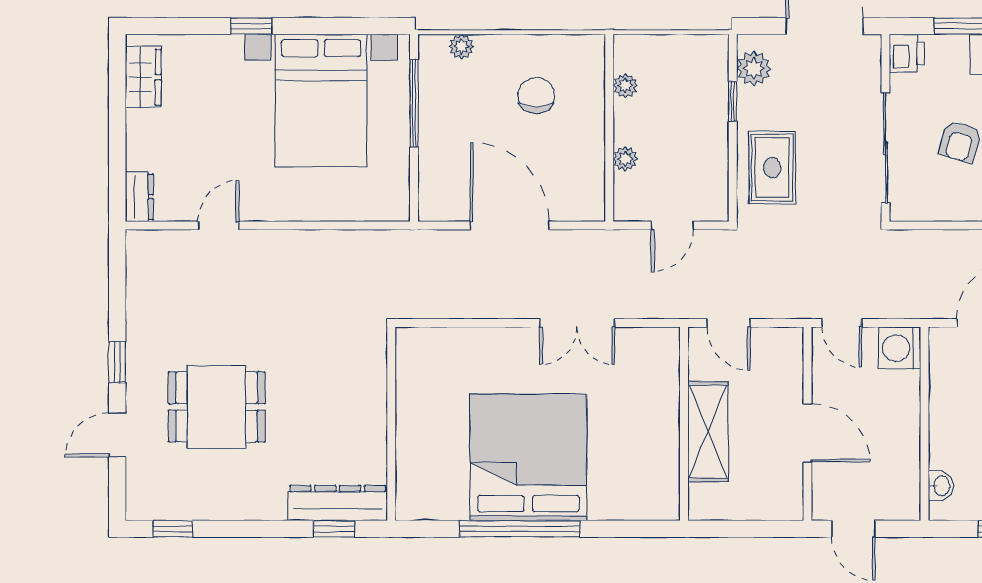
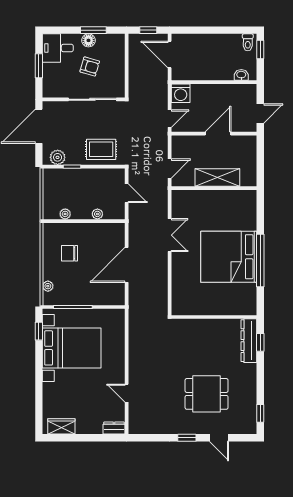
window: (251, 26) -> (39, 331), moved
printer: (907, 53) -> (51, 90), removed
dining table: (217, 407) -> (207, 394), turned 90

